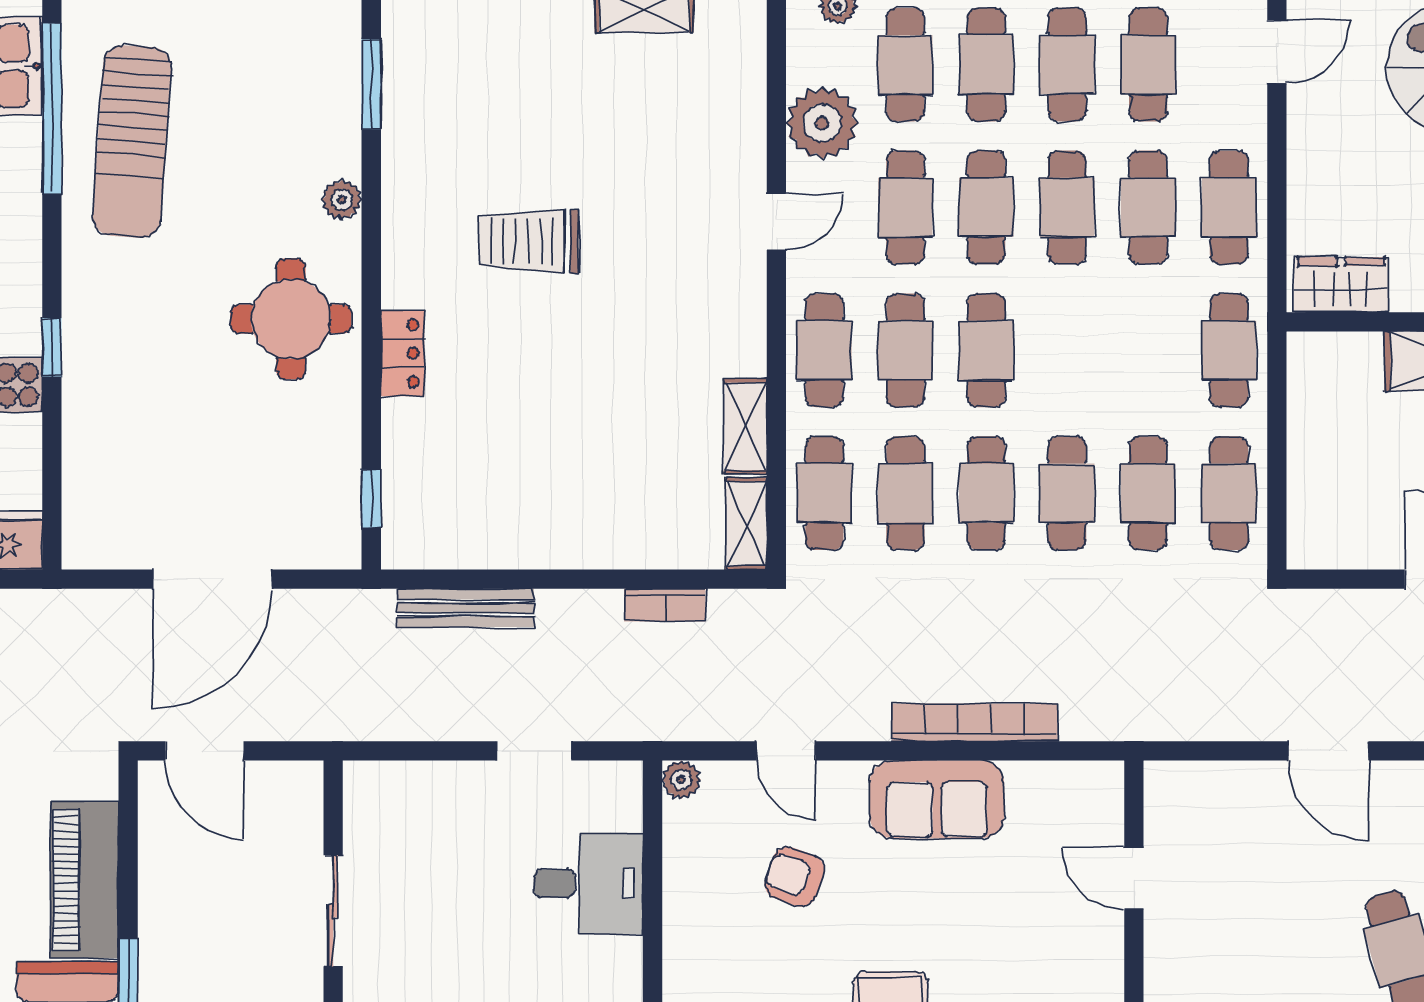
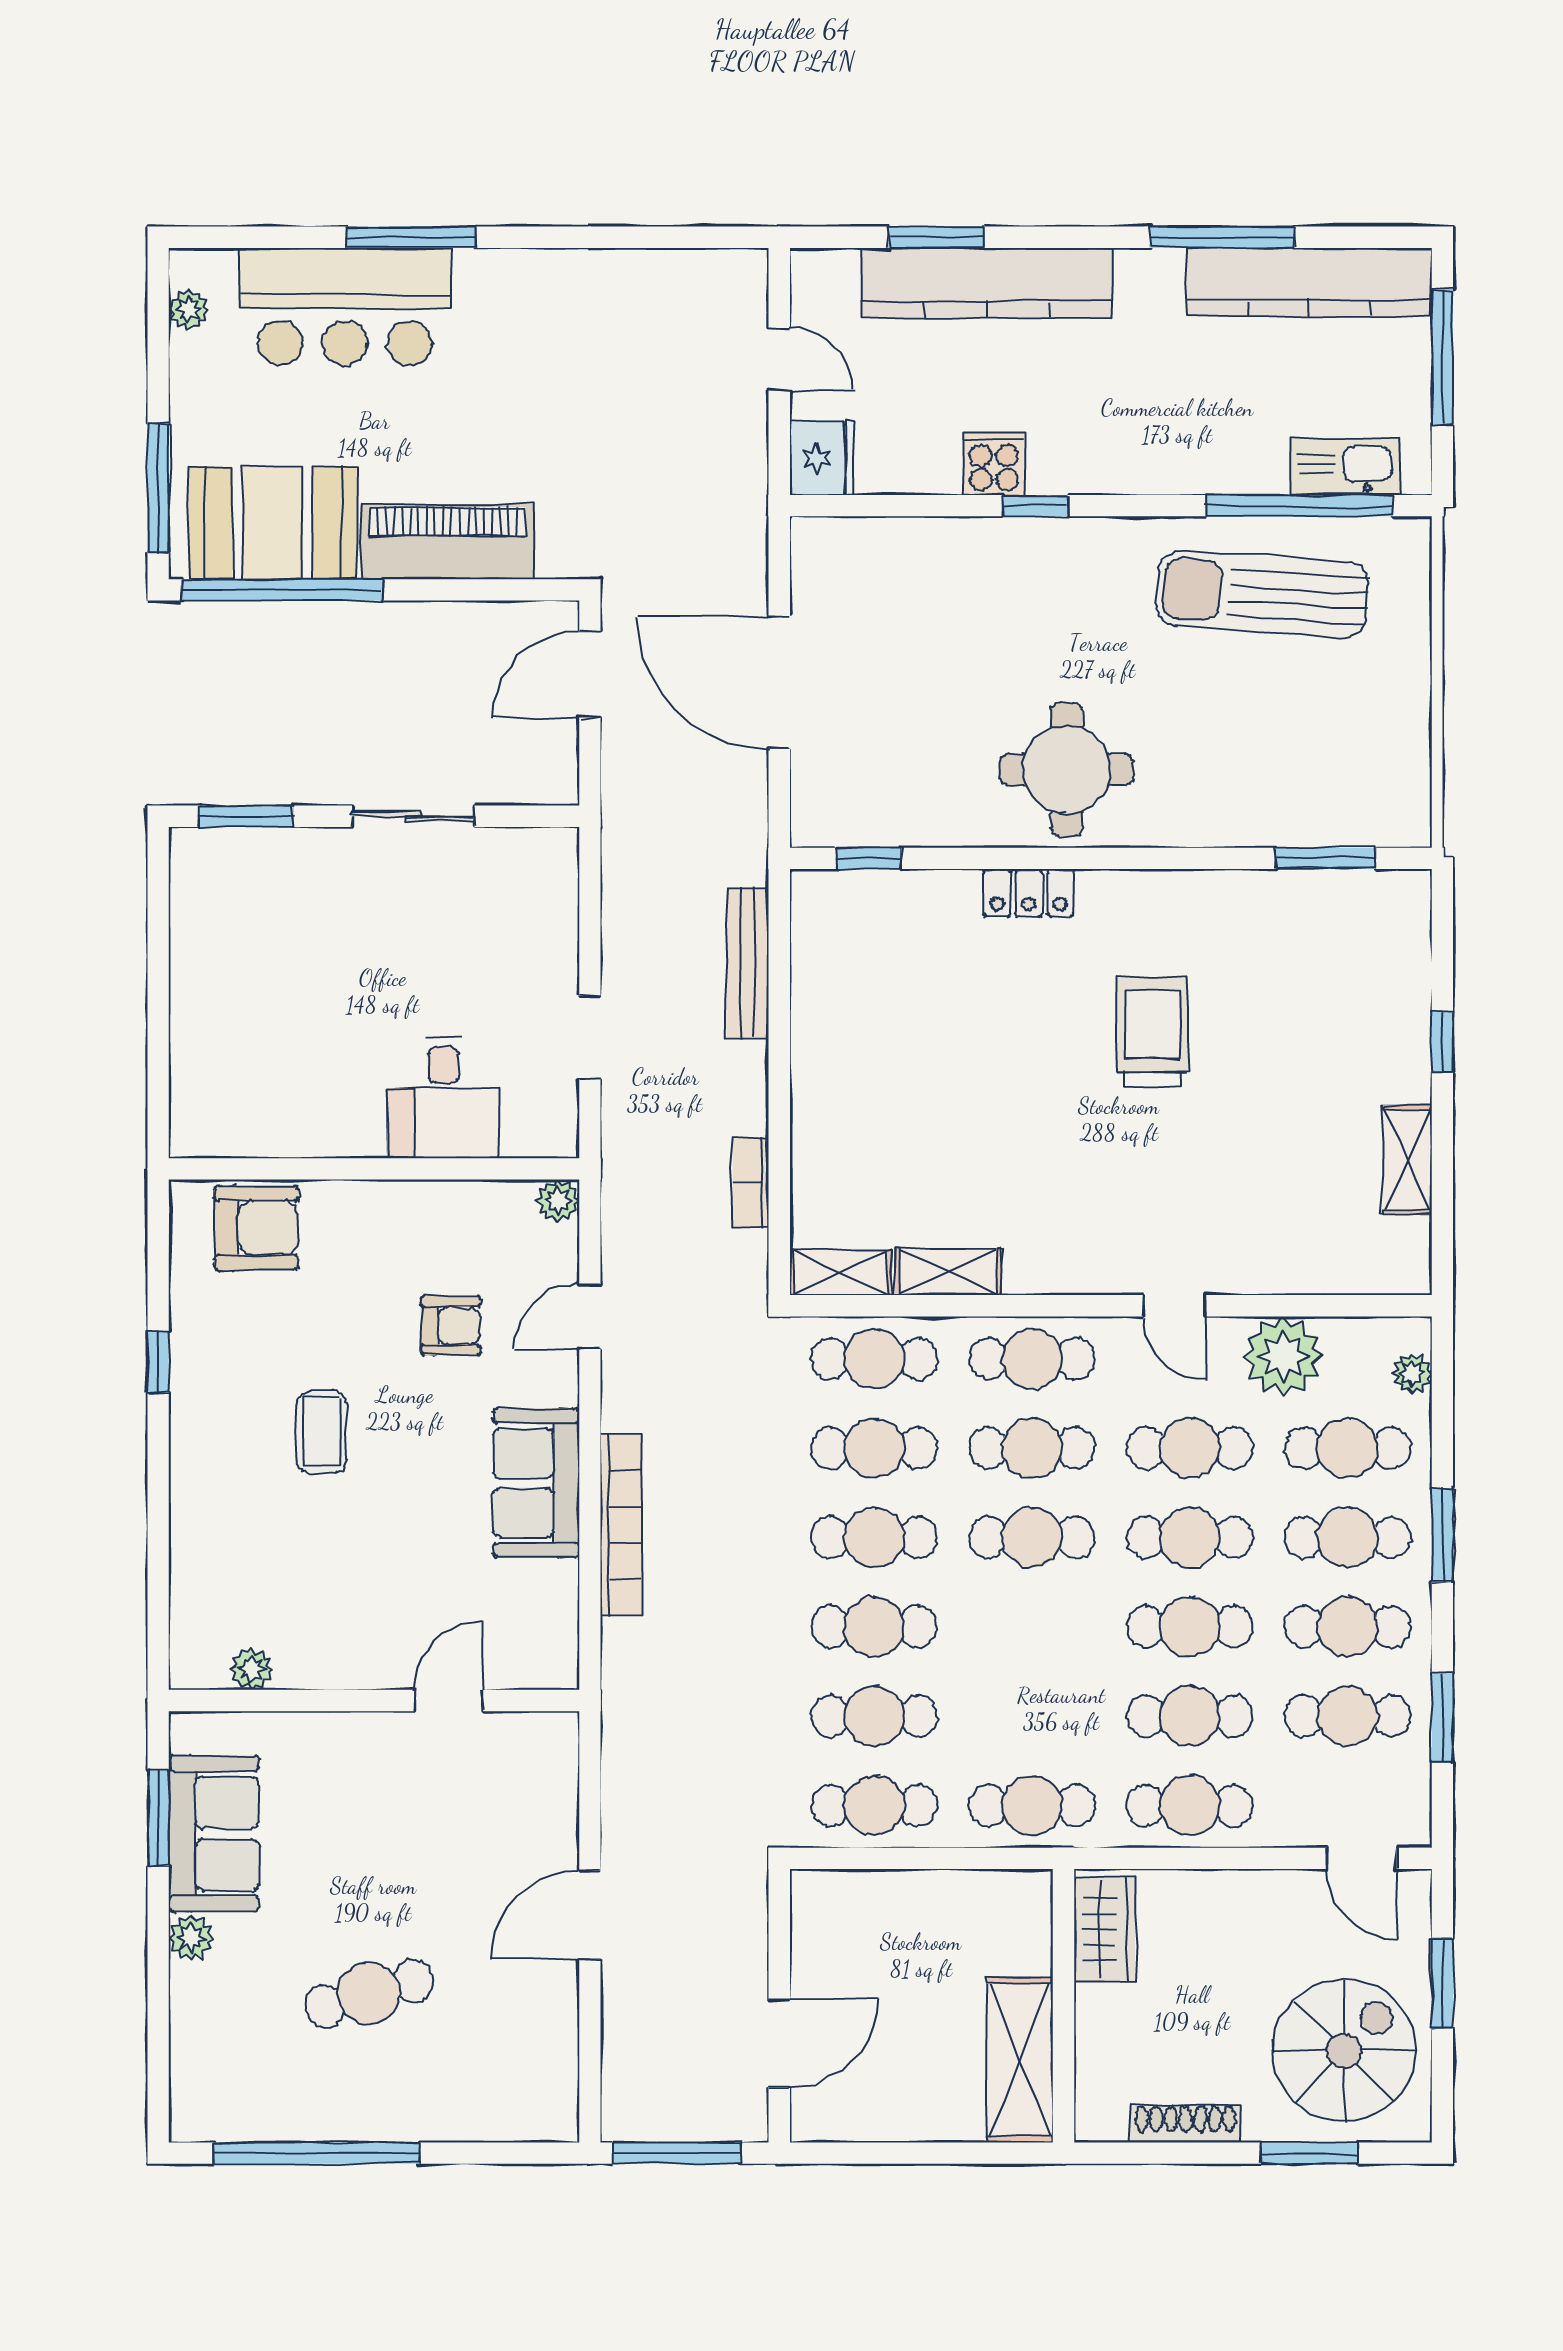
plant: (342, 200) -> (1198, 826), removed
armchair: (794, 877) -> (451, 1326), turned 70

